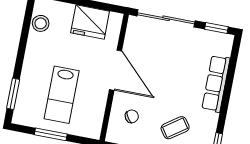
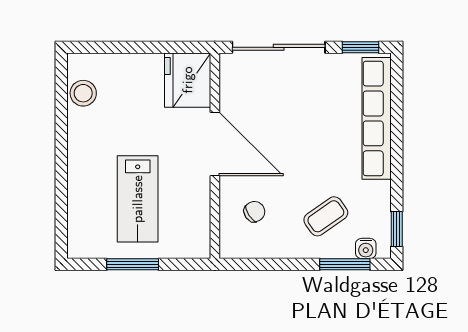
fridge: (90, 22) -> (188, 80), moved, turned 90
row of seats: (216, 84) -> (377, 118), width x1.36
window: (13, 94) -> (61, 212), removed

